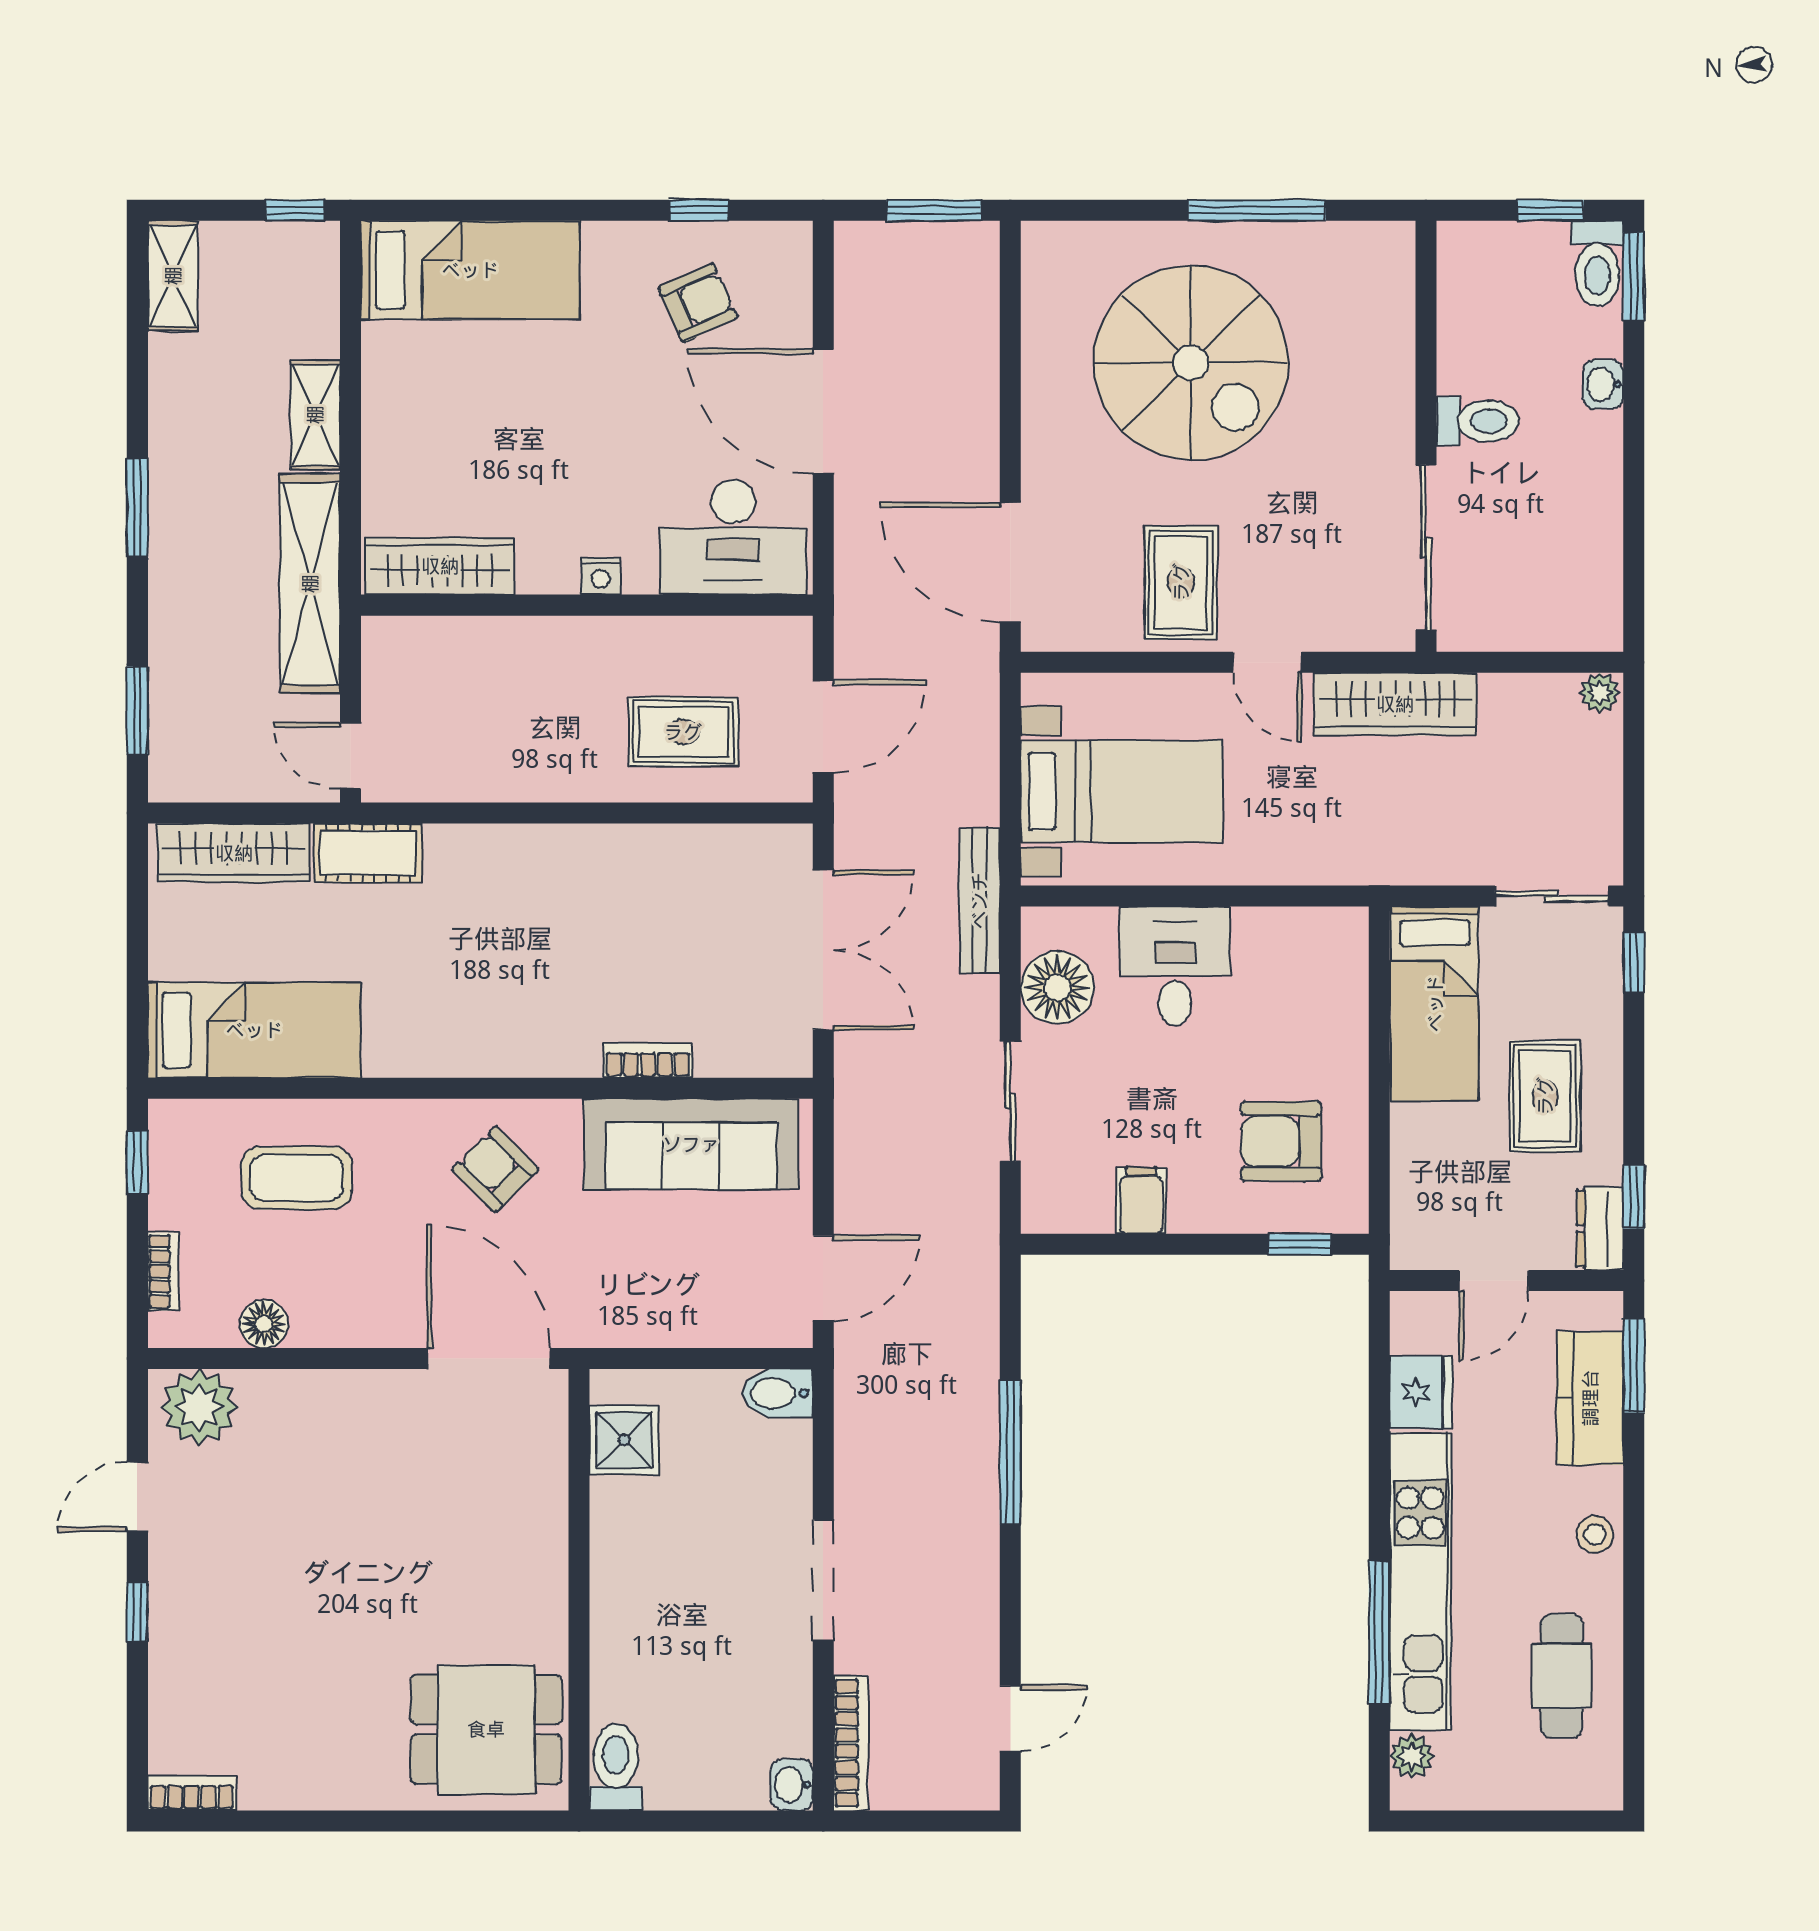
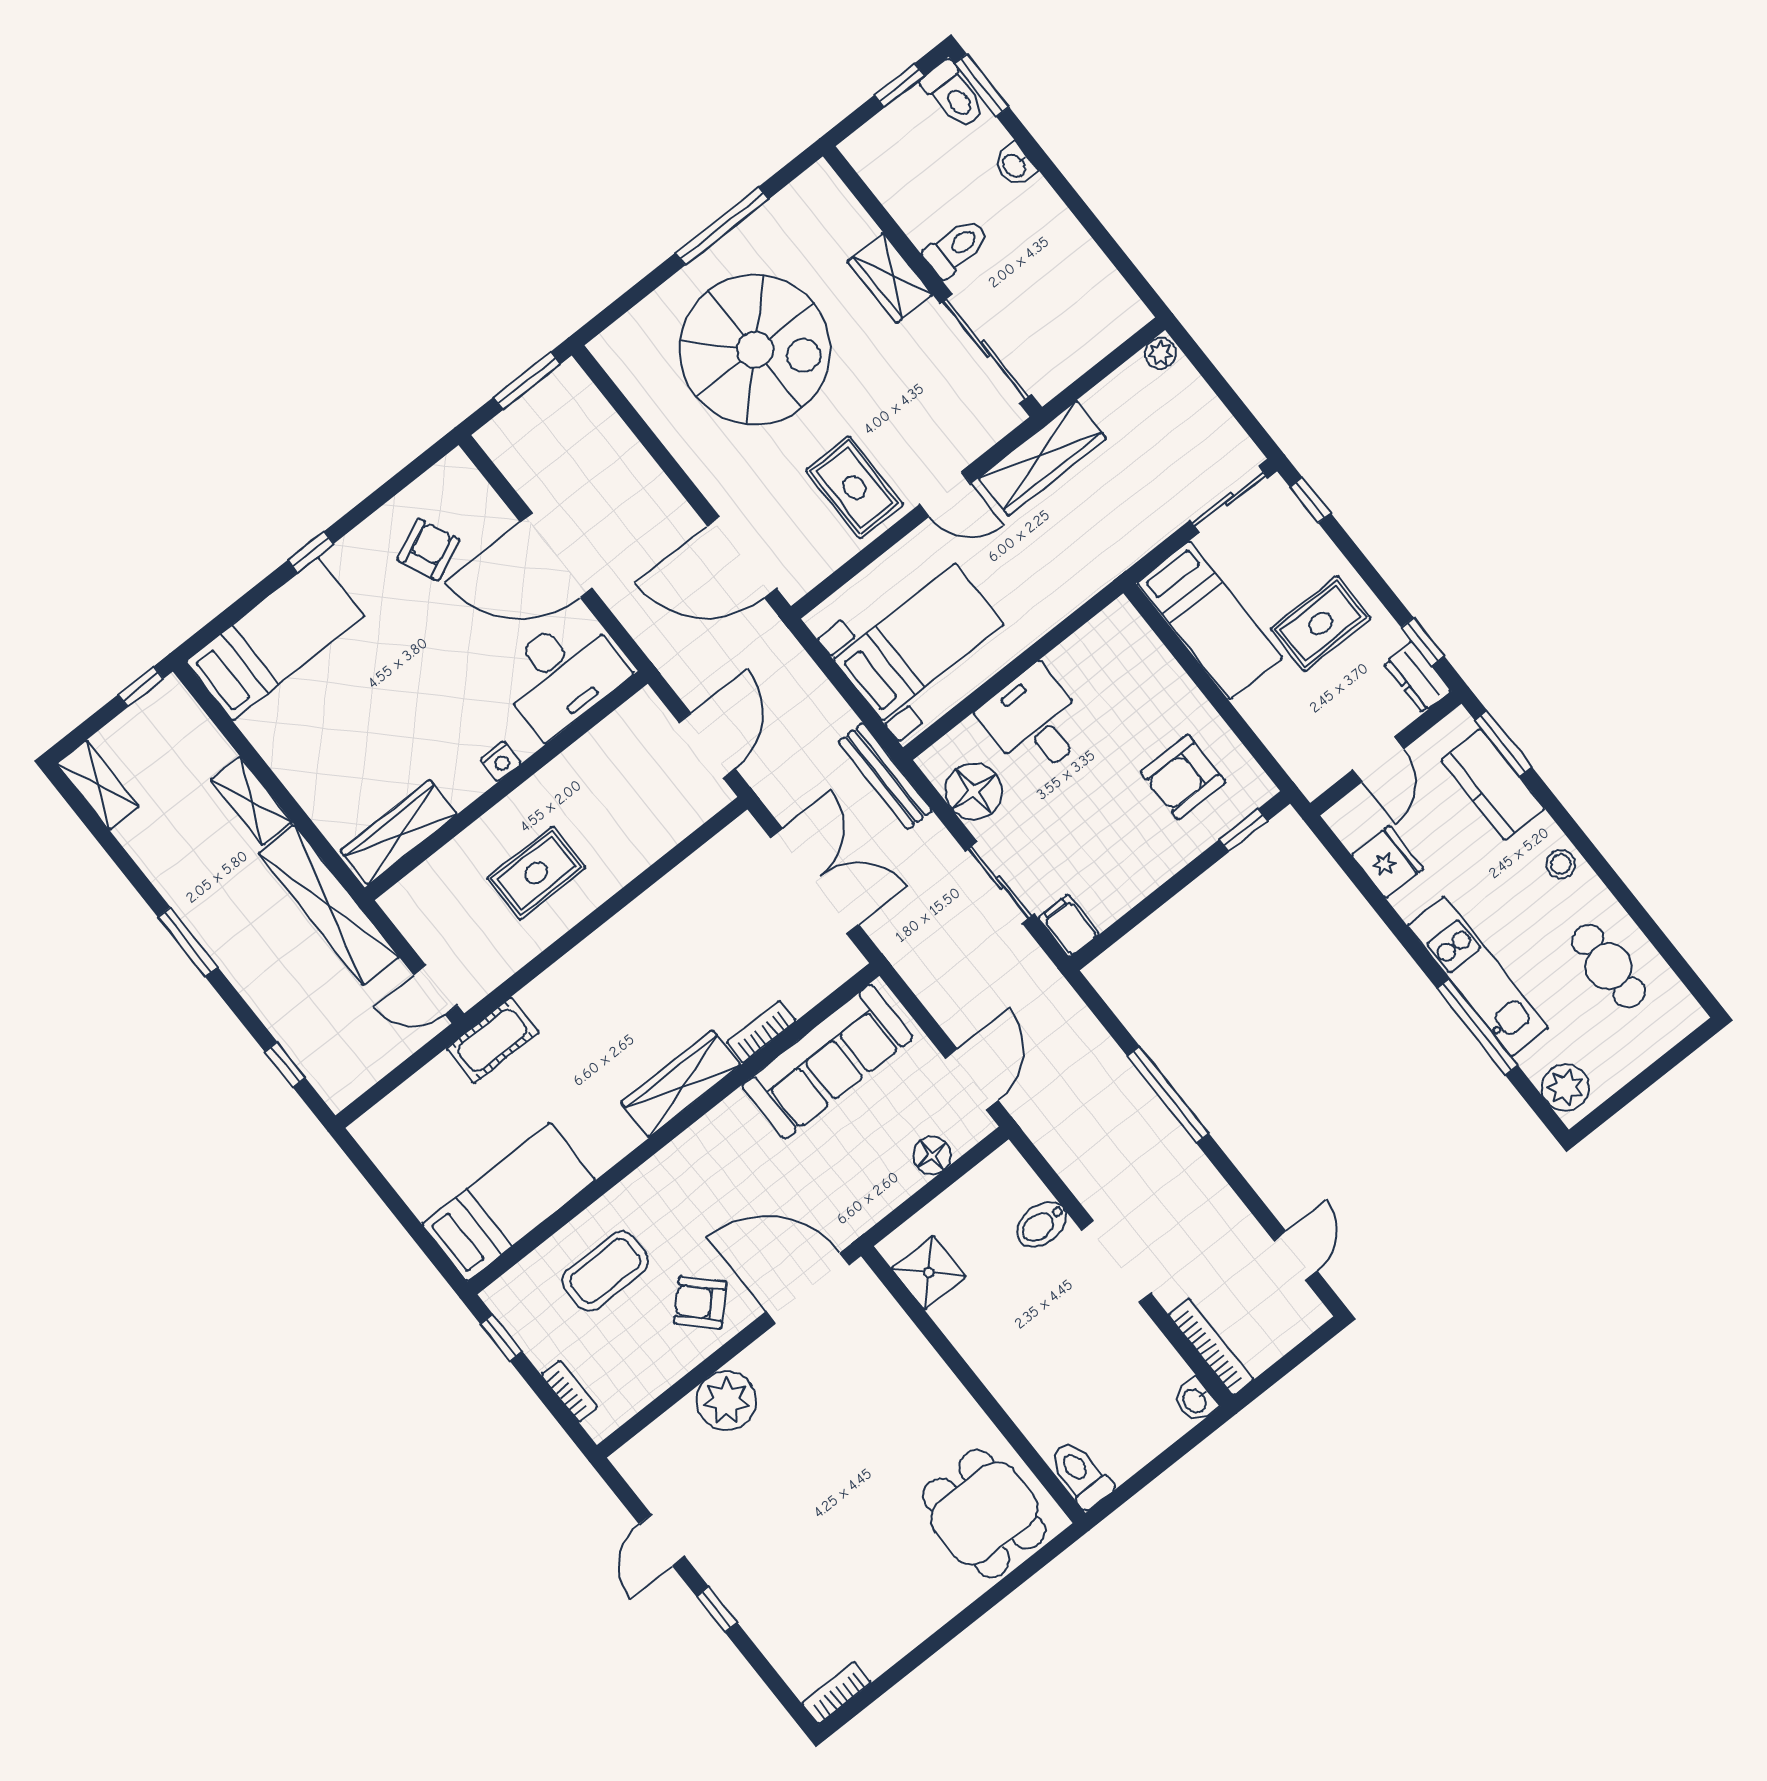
window: (699, 210) -> (311, 552), moved
wardrobe: (1386, 398) -> (890, 278), added
window: (137, 710) -> (285, 1064), width x0.67
rug: (683, 732) -> (536, 873), moved
wardrobe: (234, 853) -> (681, 1084), moved, turned 180
rug: (1545, 1096) -> (1321, 623), turned 90
armchair: (495, 1169) -> (700, 1303), moved
filing cabinet: (1141, 1201) -> (1069, 926), moved
floor lamp: (264, 1324) -> (932, 1155), moved
bidet: (778, 1393) -> (1042, 1224), moved
plant: (199, 1407) -> (726, 1401), moved
kitchen unit: (1420, 1581) -> (1478, 976), width x0.73
dining table: (486, 1729) -> (984, 1513), turned 90
plant: (1412, 1756) -> (1565, 1087), width x1.38, depth x1.38

